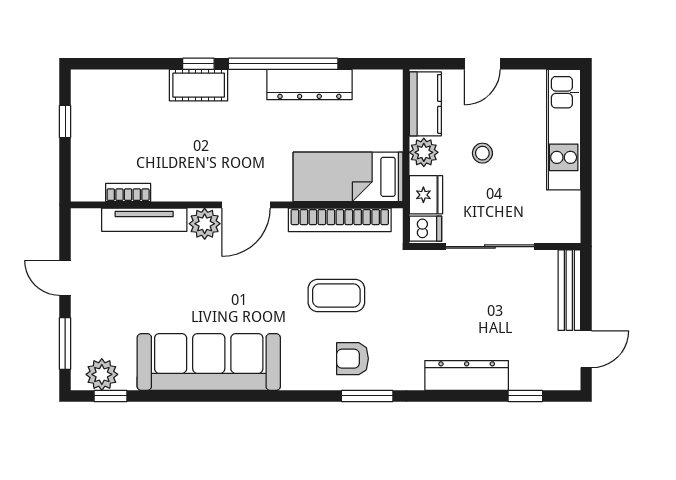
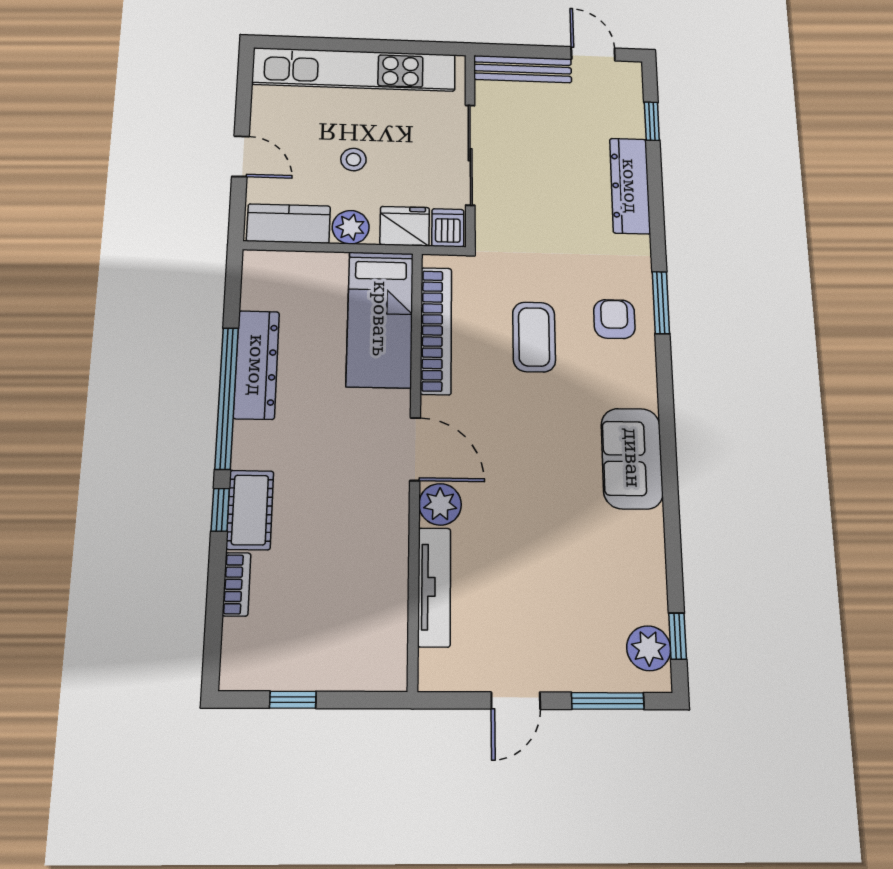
kitchen unit: (564, 130) -> (354, 69), width x1.36
bookcase: (128, 193) -> (237, 584), moved, turned 180
armchair: (352, 359) -> (614, 319), turned 180
sofa: (209, 362) -> (632, 458), width x0.54, depth x0.79

